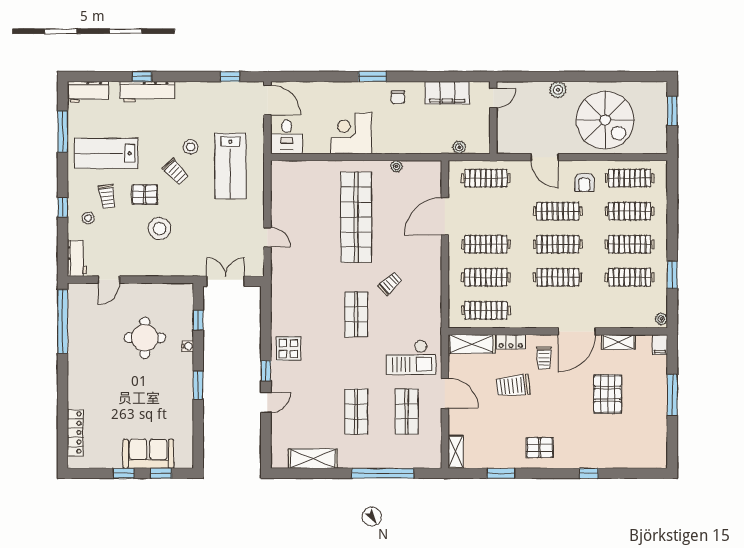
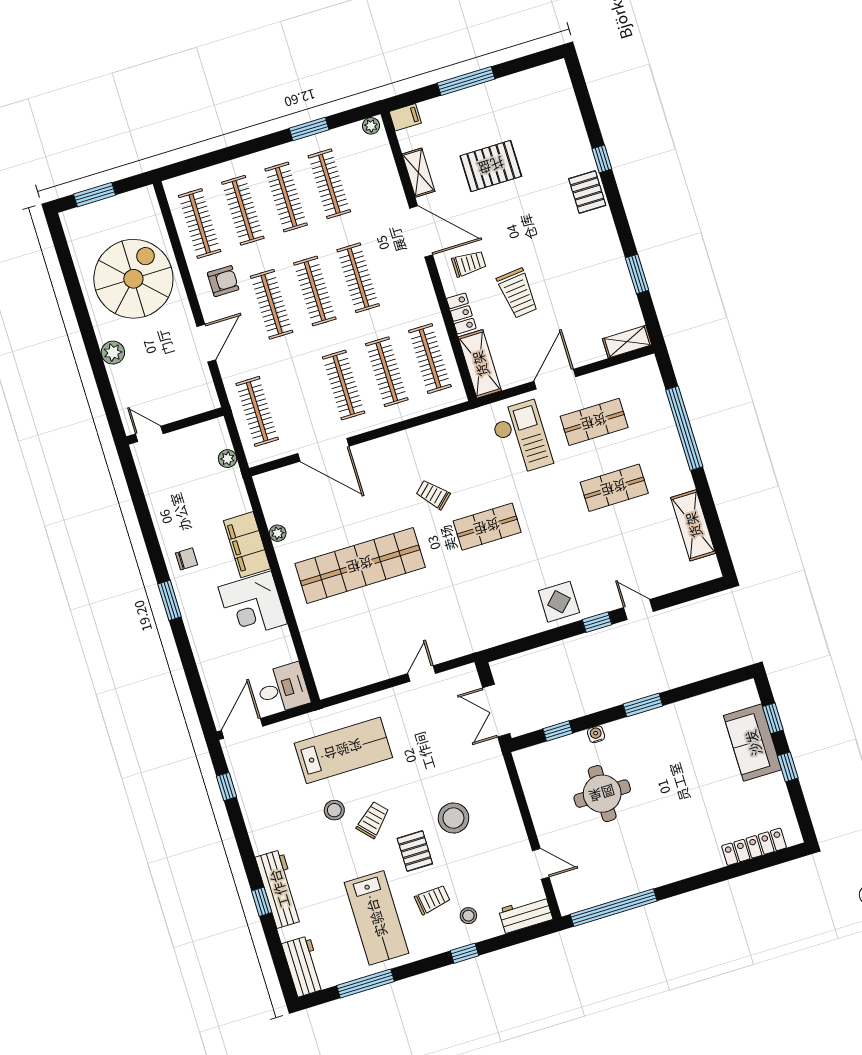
filing cabinet: (447, 93) -> (247, 545), moved, turned 180
pallet: (540, 448) -> (587, 192), moved

